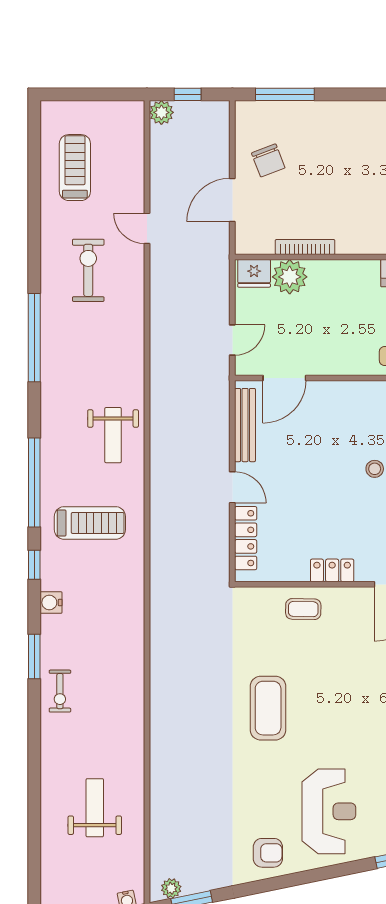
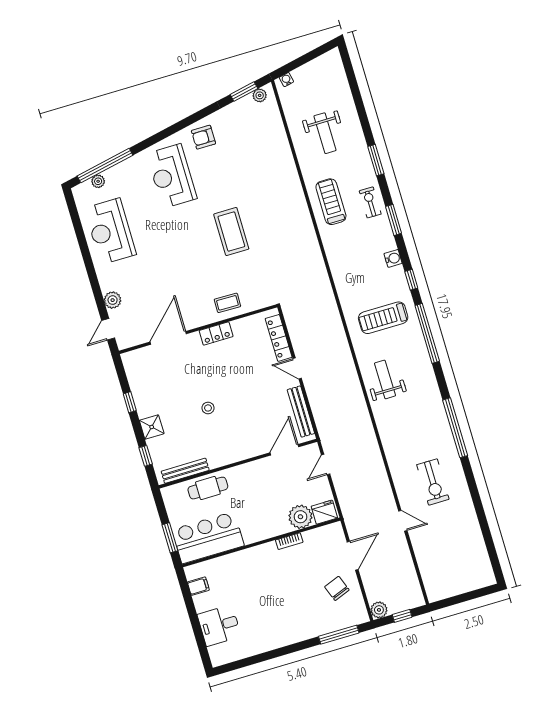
plant: (161, 112) -> (379, 610), moved
treadmill: (75, 168) -> (331, 202), moved, turned 180
bookcase: (305, 247) -> (289, 541), width x0.64
window: (34, 748) -> (376, 160), added

